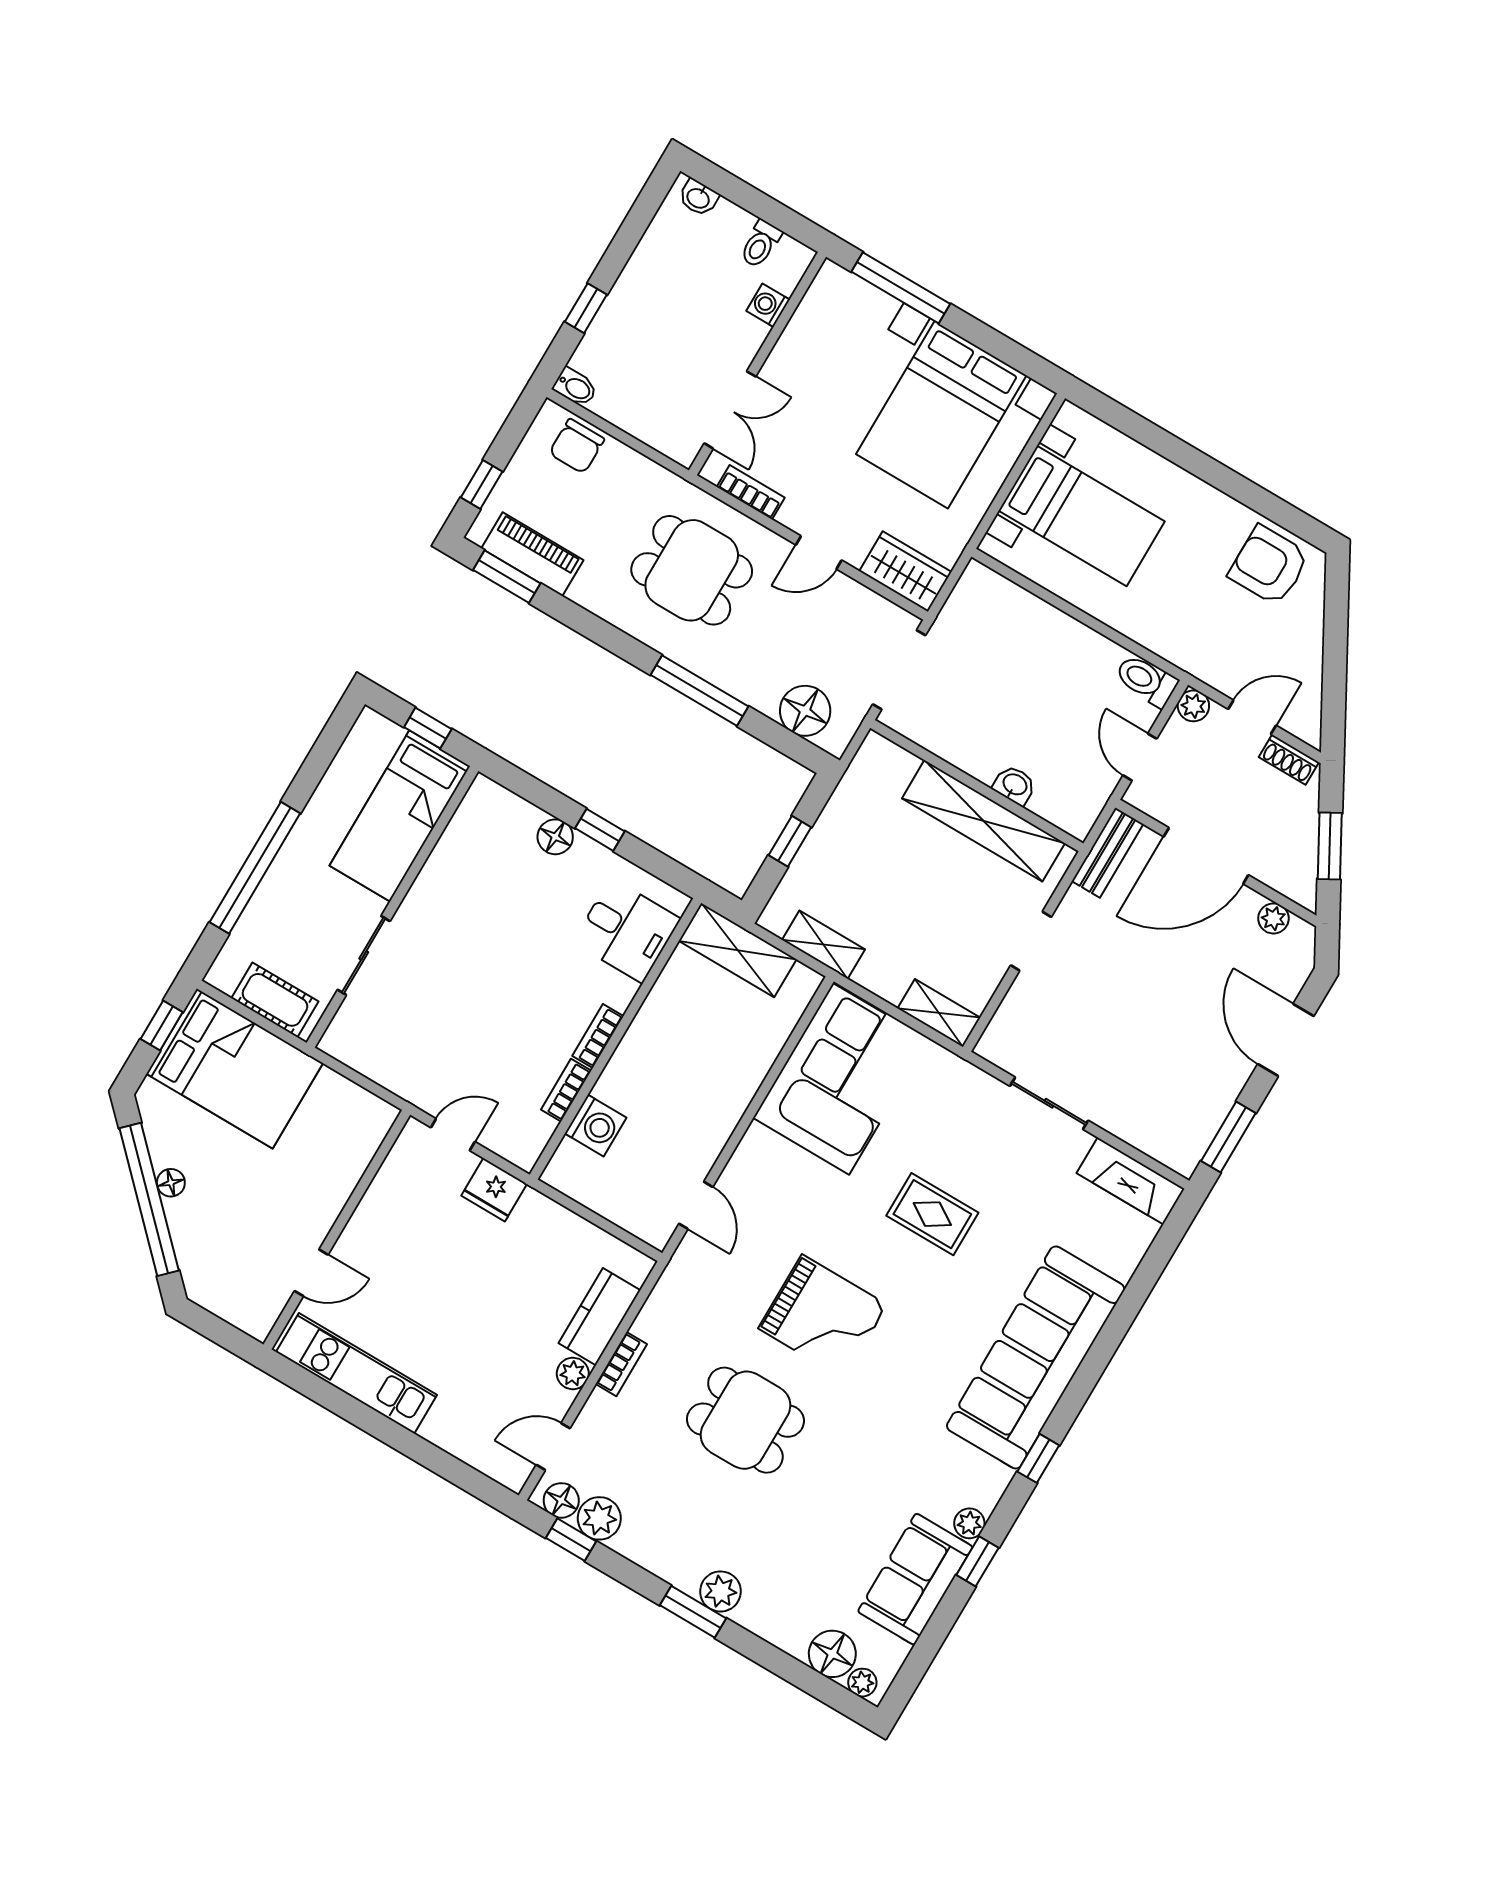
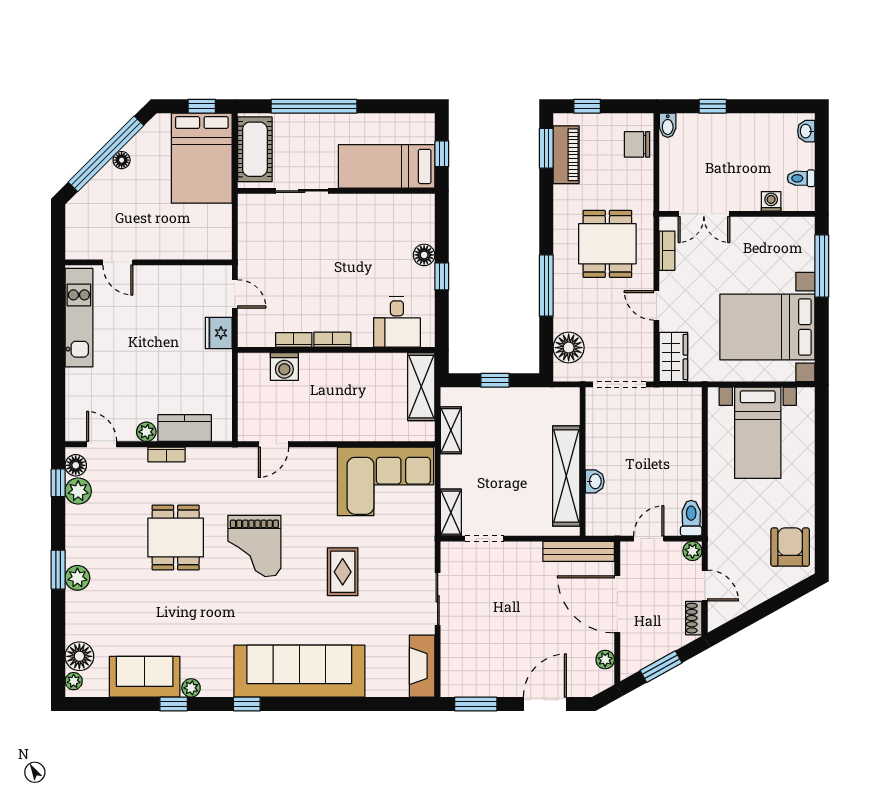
bench: (1108, 853) -> (579, 551), width x1.36
doorway: (1031, 941) -> (484, 539), moved
cot: (275, 1000) -> (255, 149), width x1.37, depth x1.34

